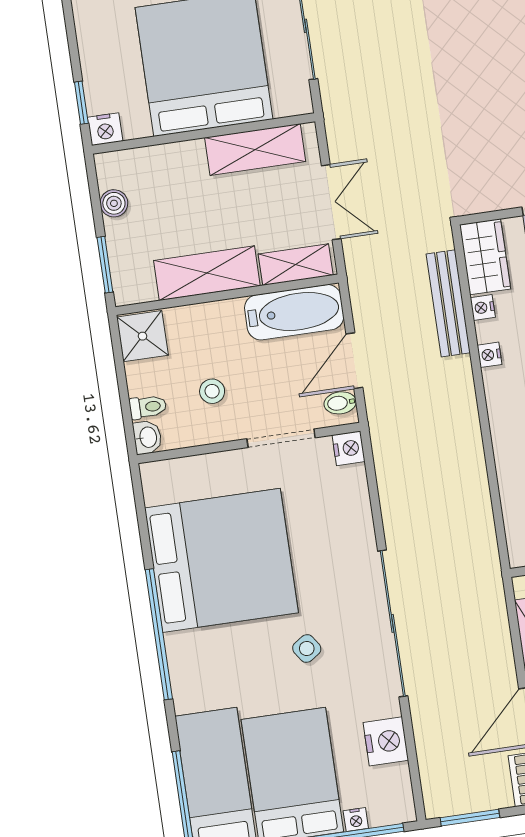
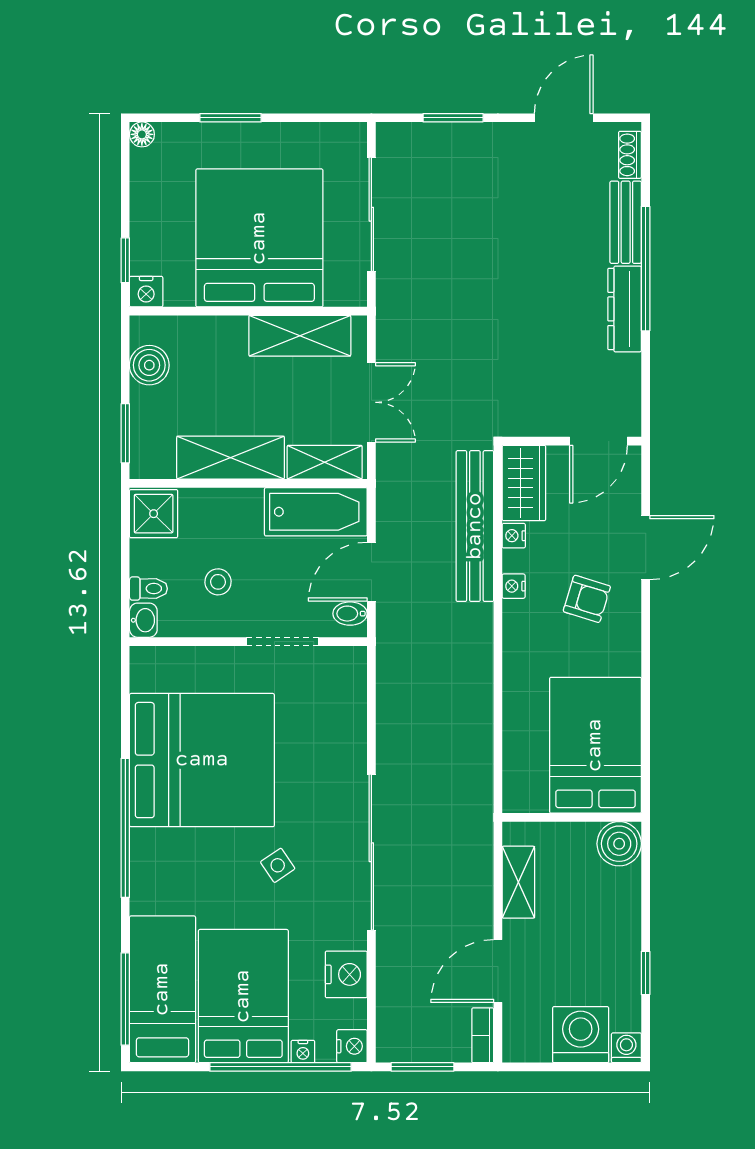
boiler: (114, 203) -> (149, 365), width x1.36, depth x1.36
bench: (448, 303) -> (475, 526), width x1.37, depth x1.21
nightstand: (349, 448) -> (352, 1046), moved

